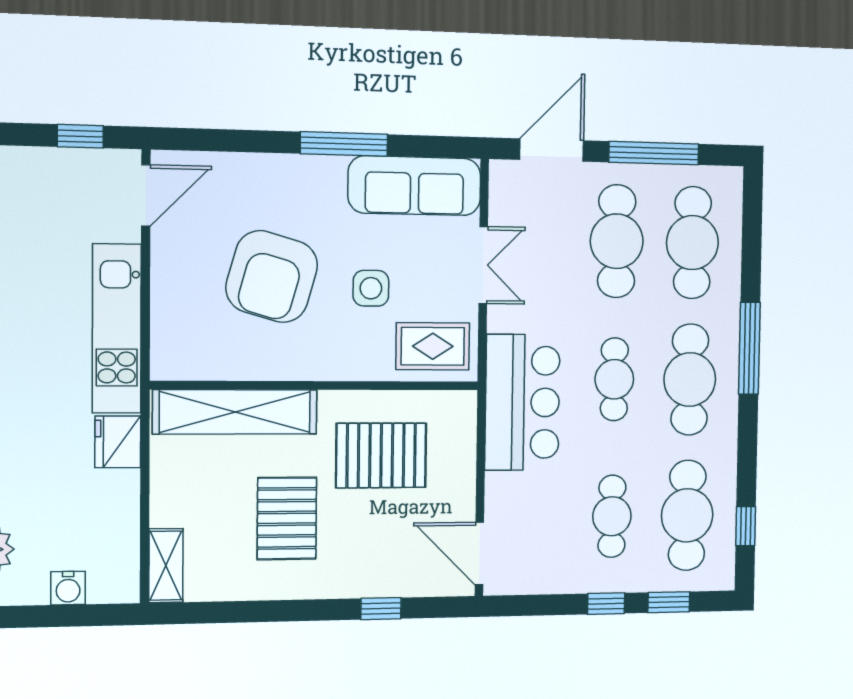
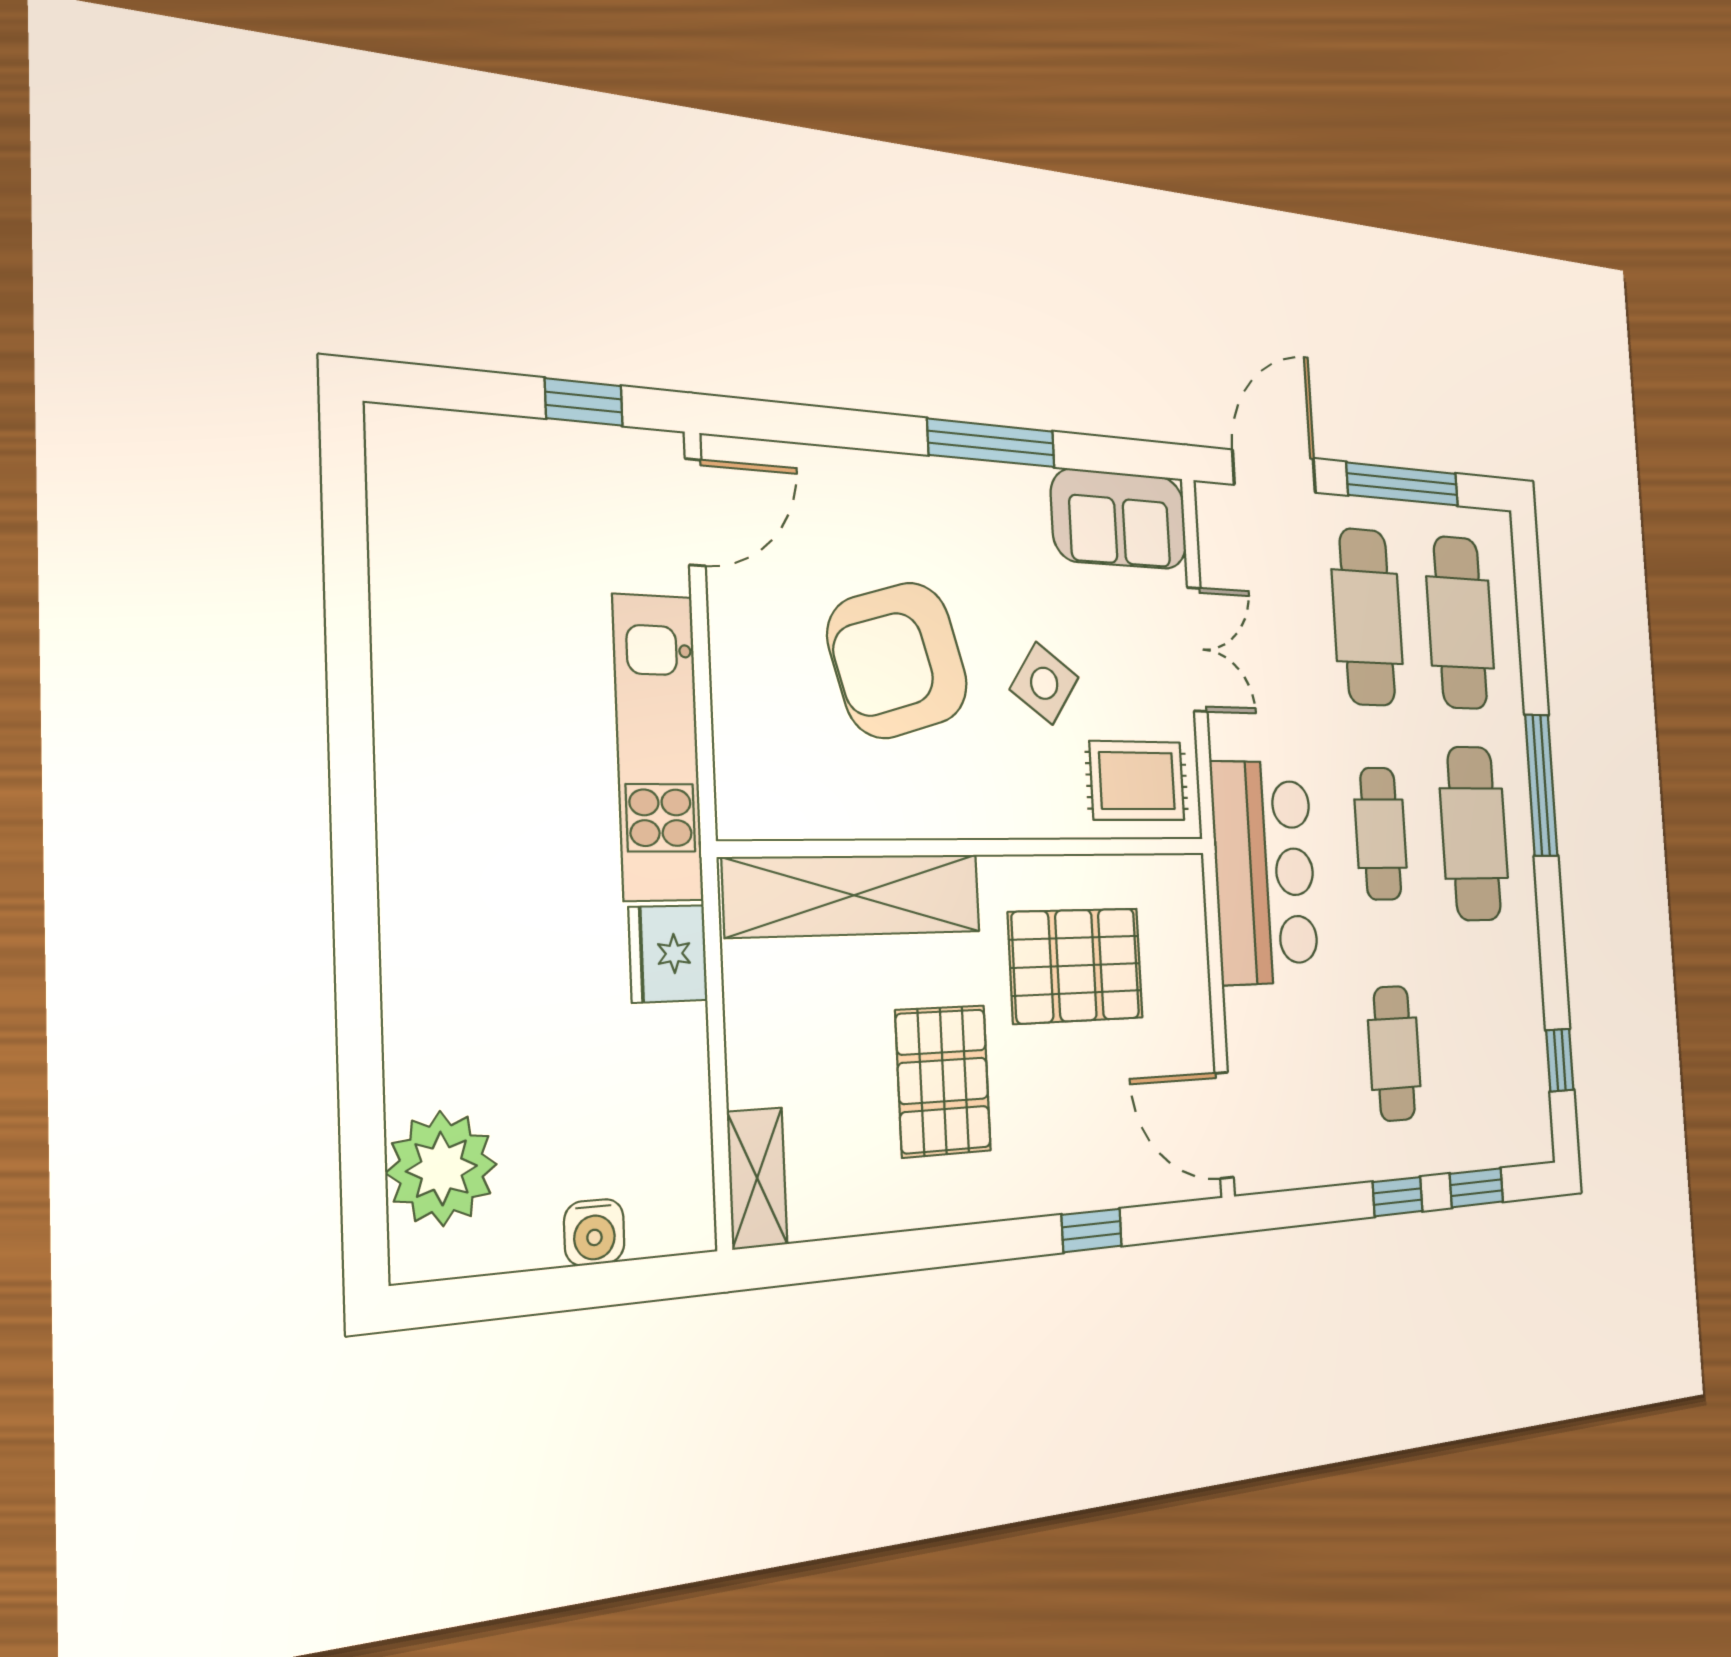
sofa: (415, 186) -> (1119, 519), width x0.73
armchair: (272, 277) -> (898, 660), turned 58
side table: (371, 288) -> (1044, 683), turned 35
cafe table: (687, 515) -> (1488, 1047), removed

